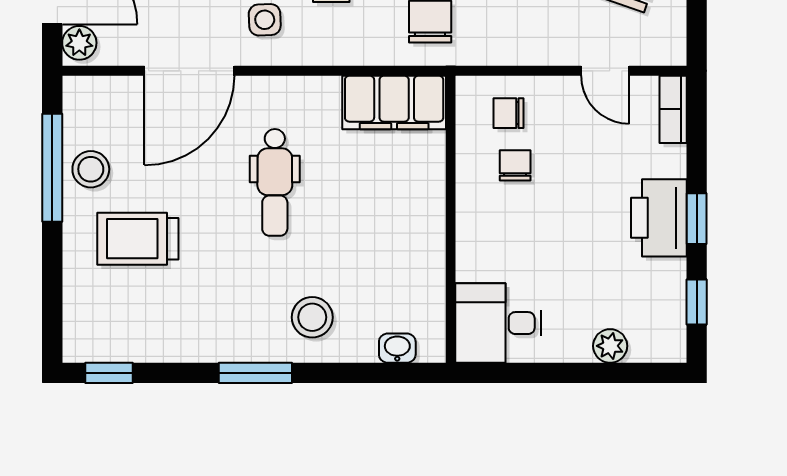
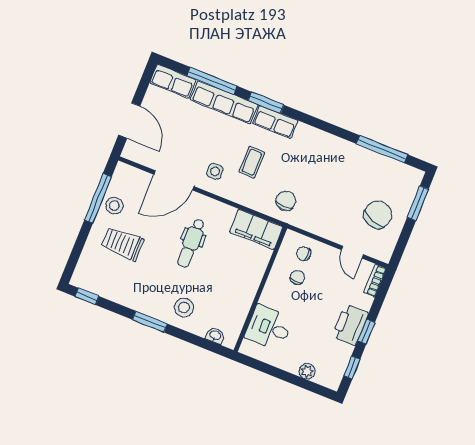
plant: (79, 43) -> (131, 149), removed
desk: (498, 323) -> (269, 328), moved

